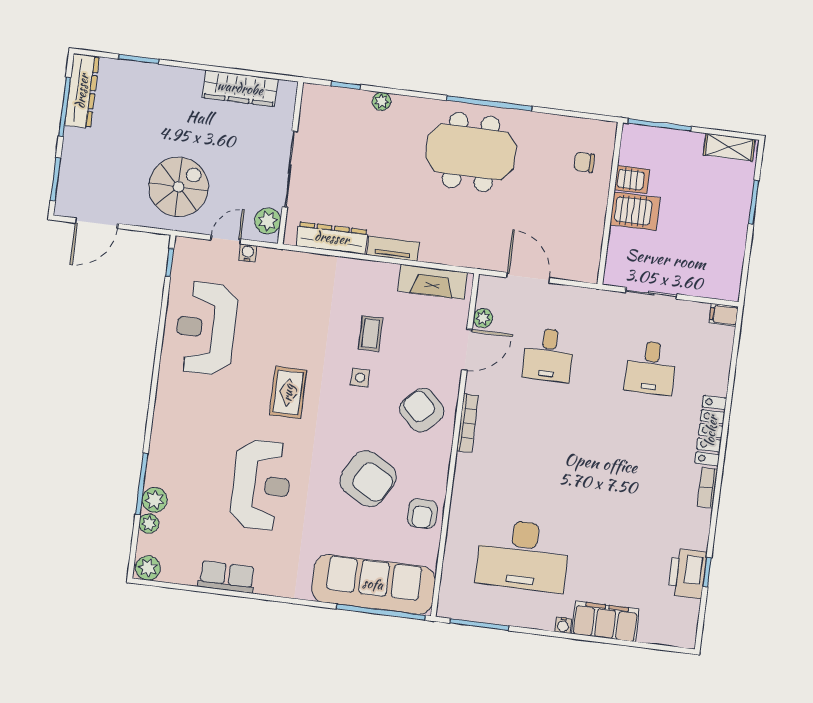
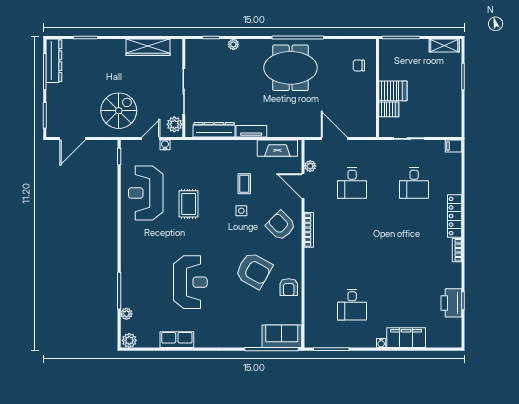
server rack: (632, 180) -> (389, 109), moved
door: (467, 350) -> (303, 186), swing flipped
rug: (288, 393) -> (189, 204), moved
plant: (155, 500) -> (128, 299), removed
desk: (523, 555) -> (352, 305), width x0.53, depth x0.77
sofa: (373, 584) -> (282, 336), width x0.54, depth x0.79

